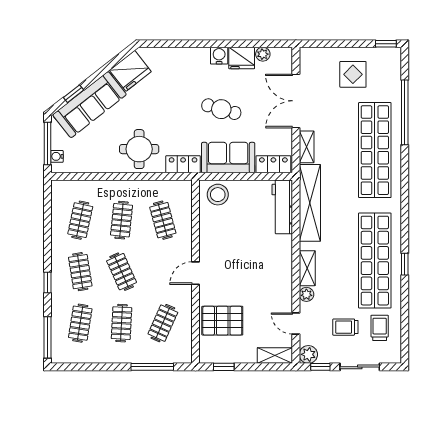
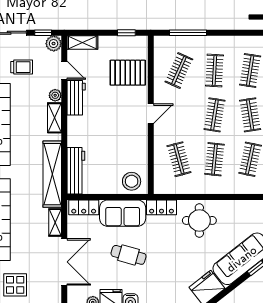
clothes rail: (122, 272) -> (215, 115), turned 33
workbench: (282, 291) -> (76, 98), added

